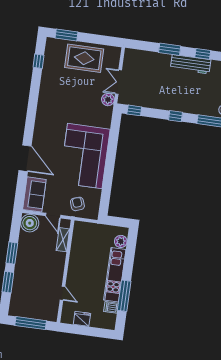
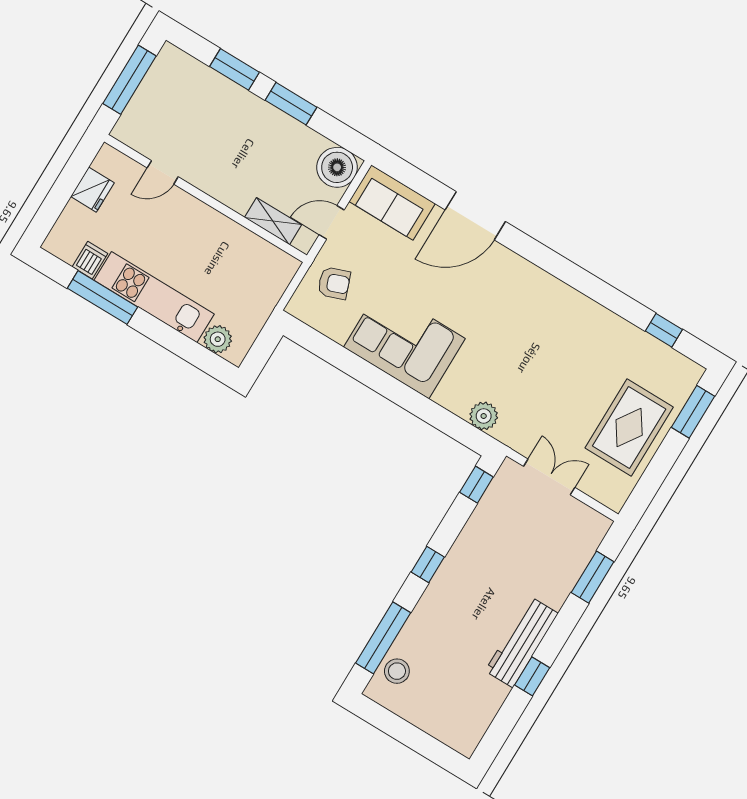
window: (170, 49) -> (593, 577), moved
plant: (108, 100) -> (484, 416), moved
corner sofa: (85, 156) -> (404, 343), width x0.73, depth x0.74

